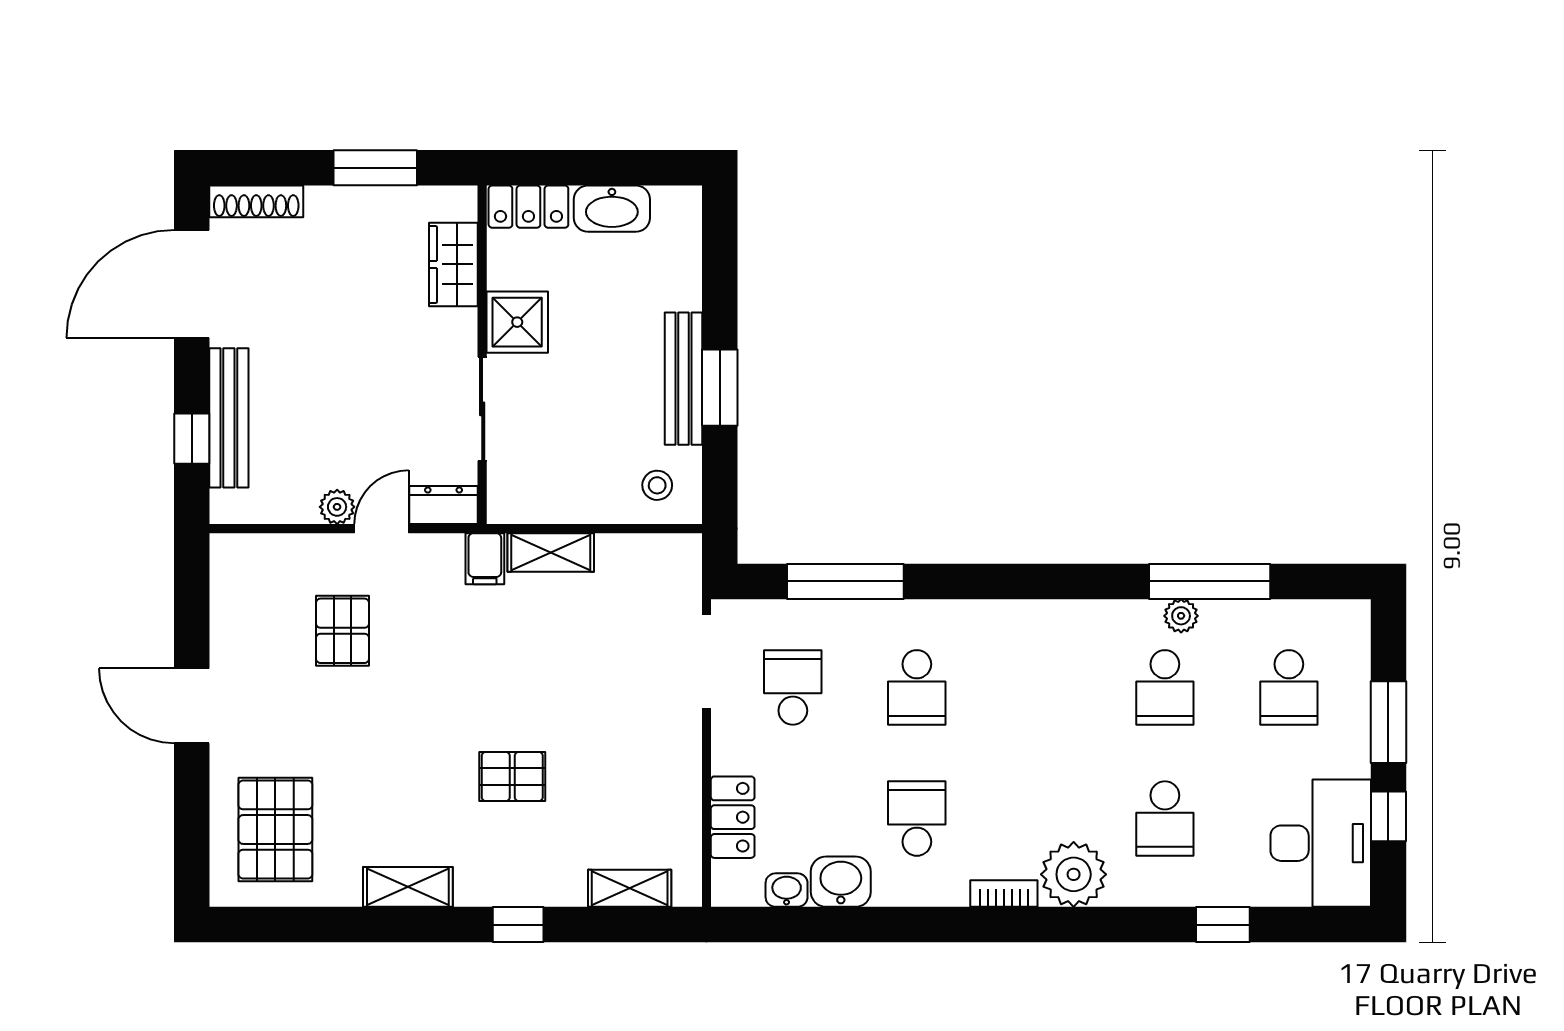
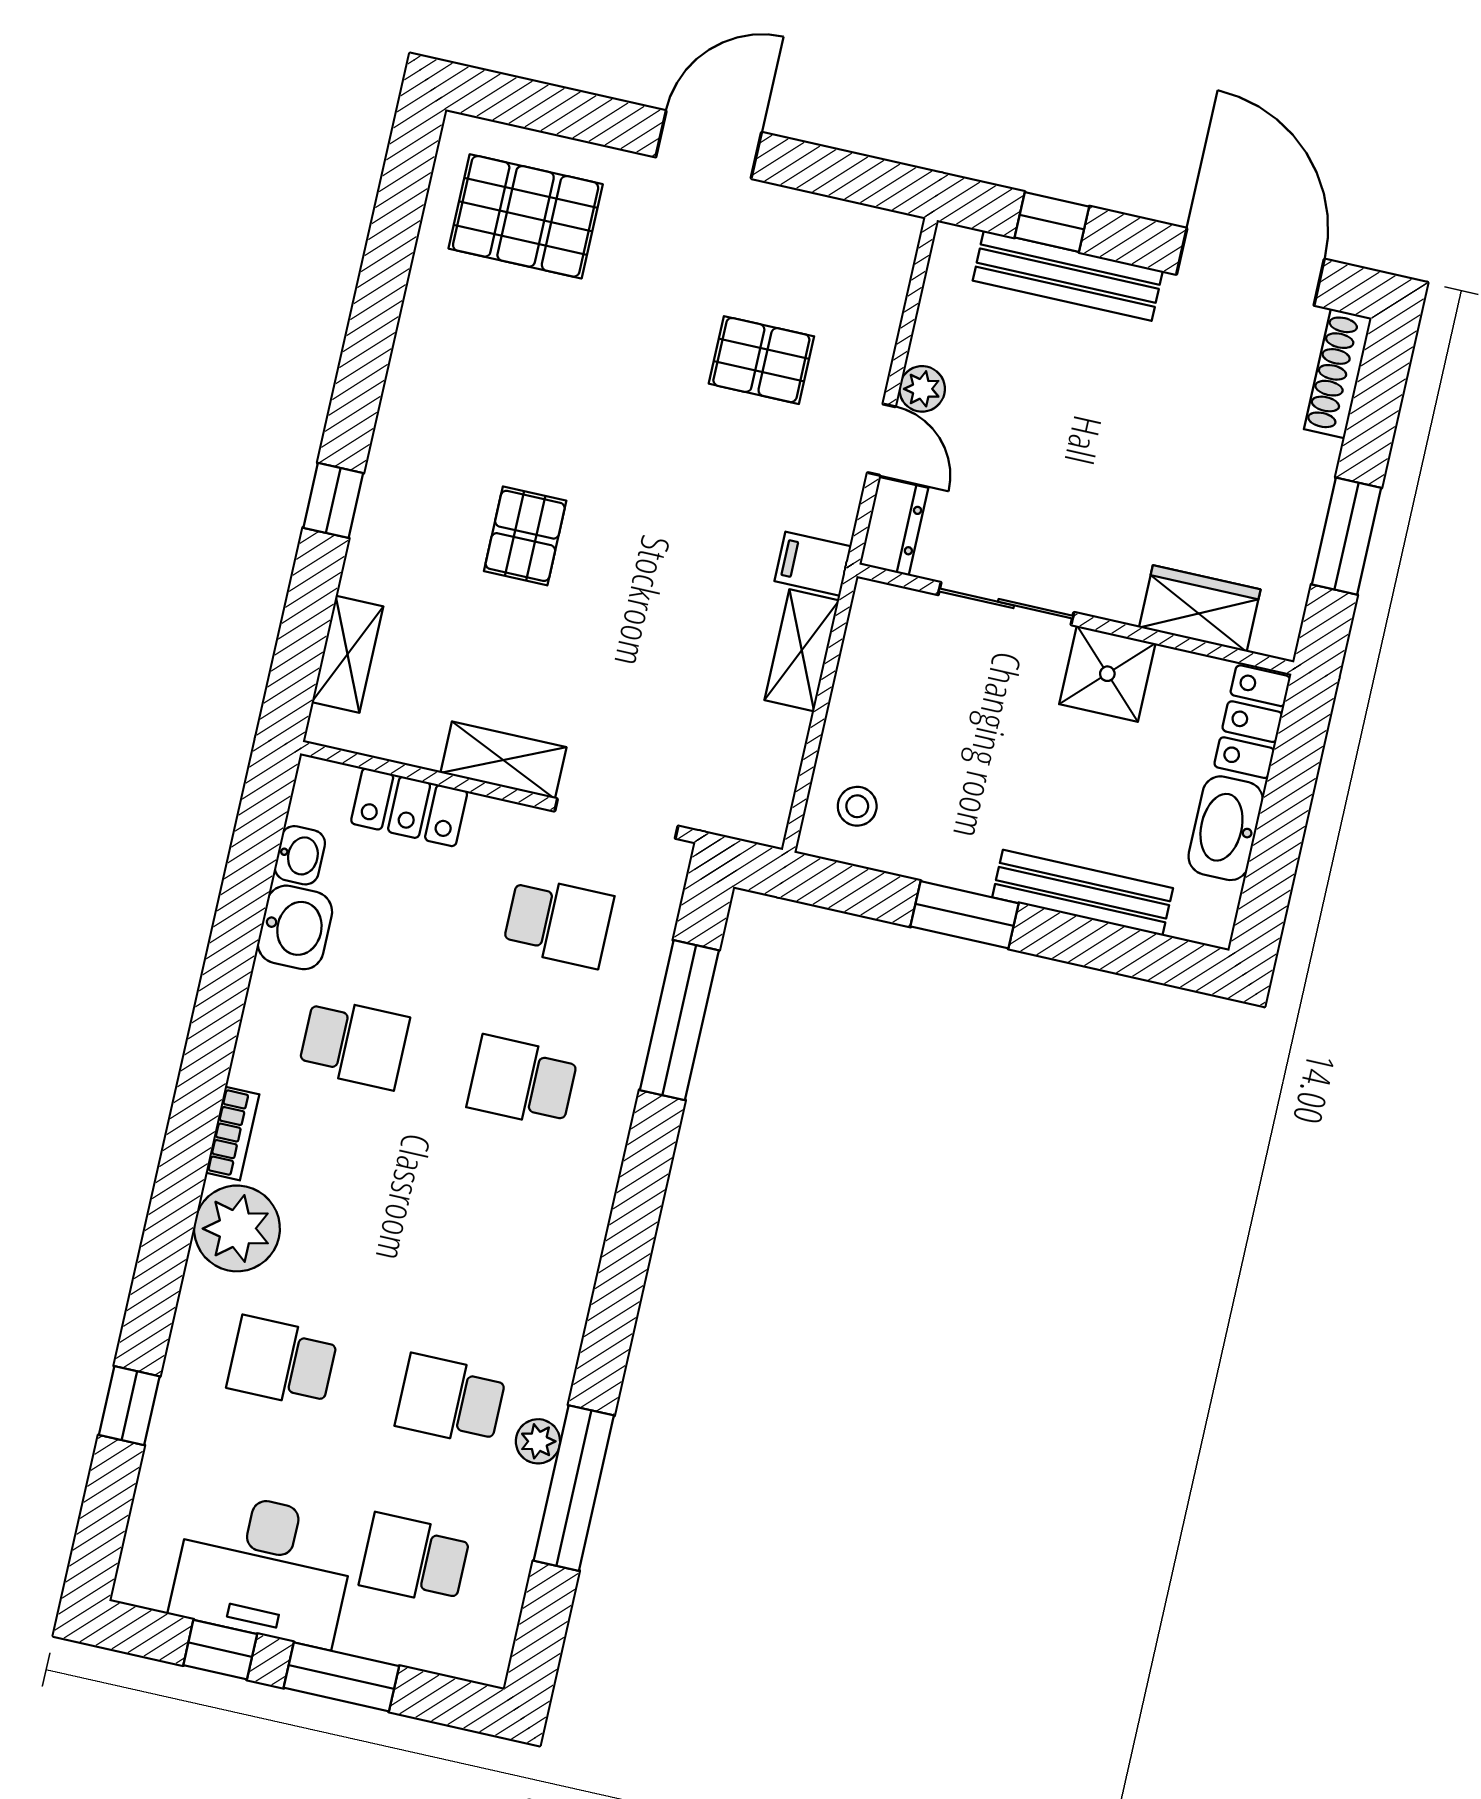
bench: (684, 379) -> (1083, 893), moved
desk: (1321, 843) -> (264, 1568), moved
shelving: (408, 887) -> (503, 760), moved, turned 90

